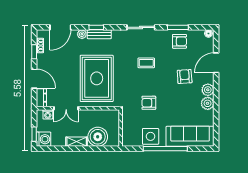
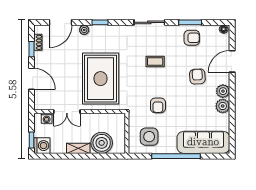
bench: (99, 34) -> (103, 30), removed
dresser: (41, 98) -> (40, 100), removed
armchair: (149, 103) -> (158, 105), turned -90
side table: (151, 136) -> (149, 137), moved

